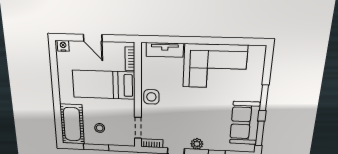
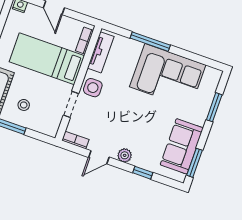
window: (189, 40) -> (150, 42), added
tv unit: (165, 50) -> (101, 52), moved, turned -90
window: (264, 98) -> (214, 107), moved
doorway: (138, 128) -> (71, 104), moved

